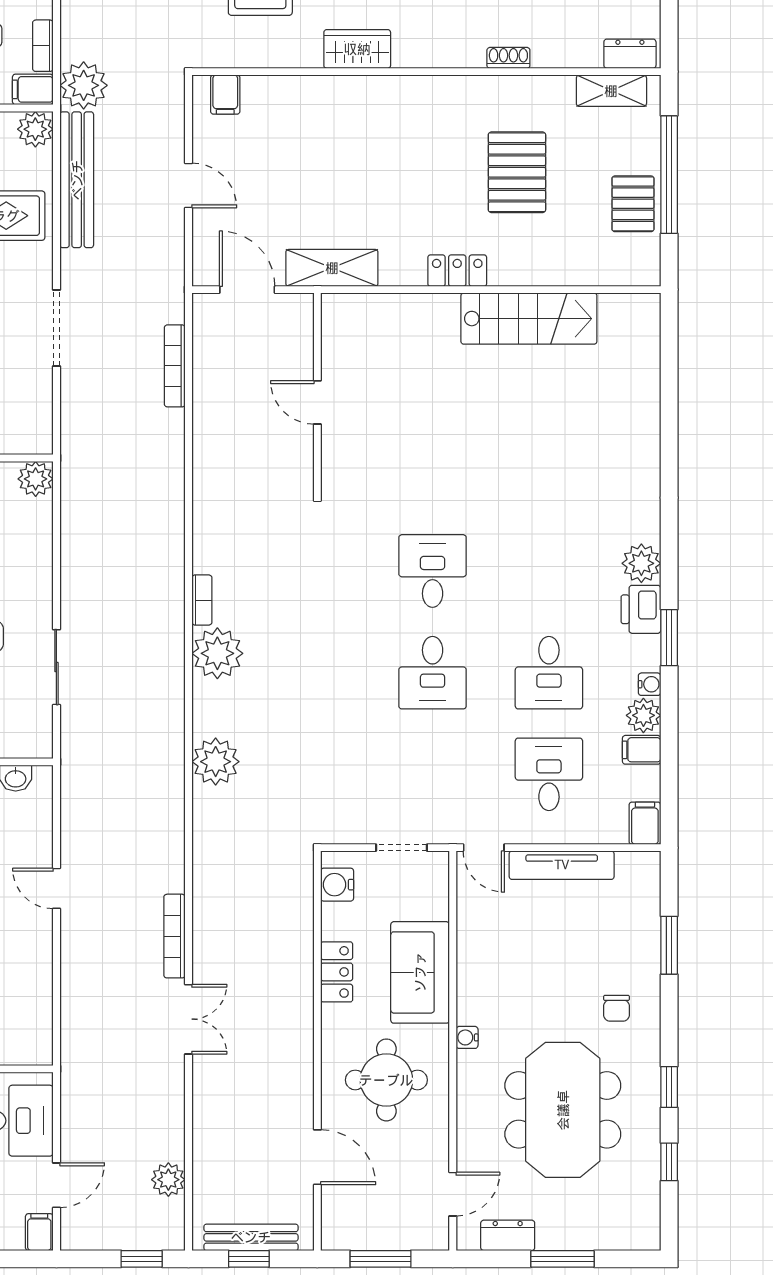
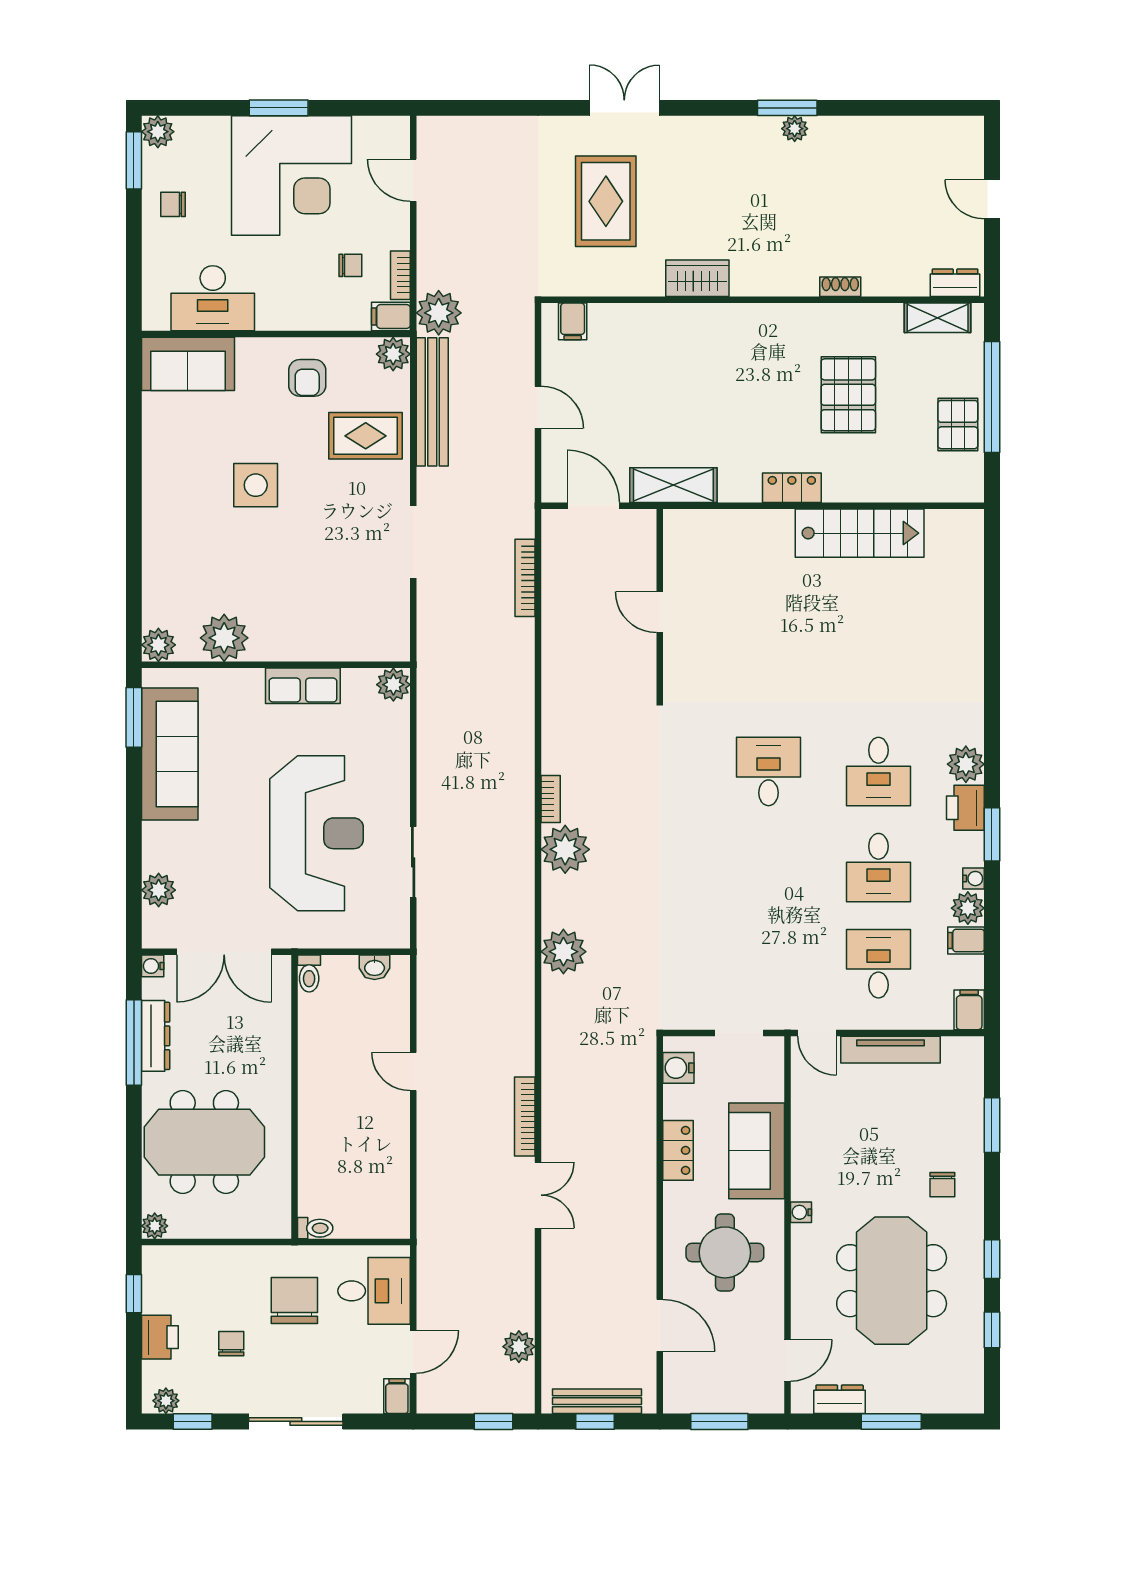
desk: (433, 673) -> (878, 772), moved

